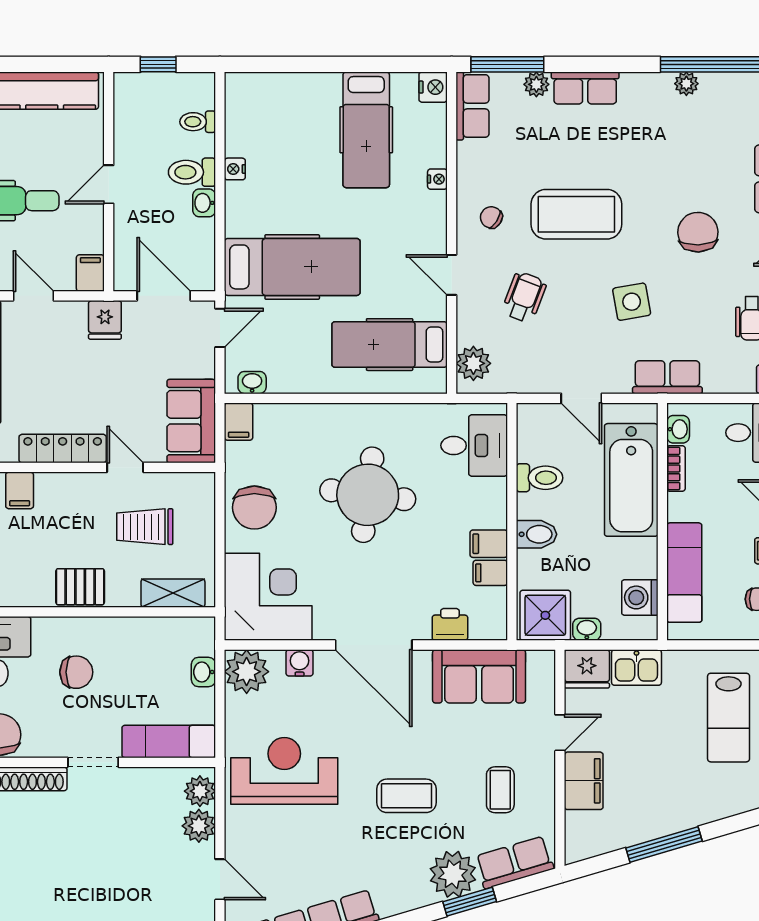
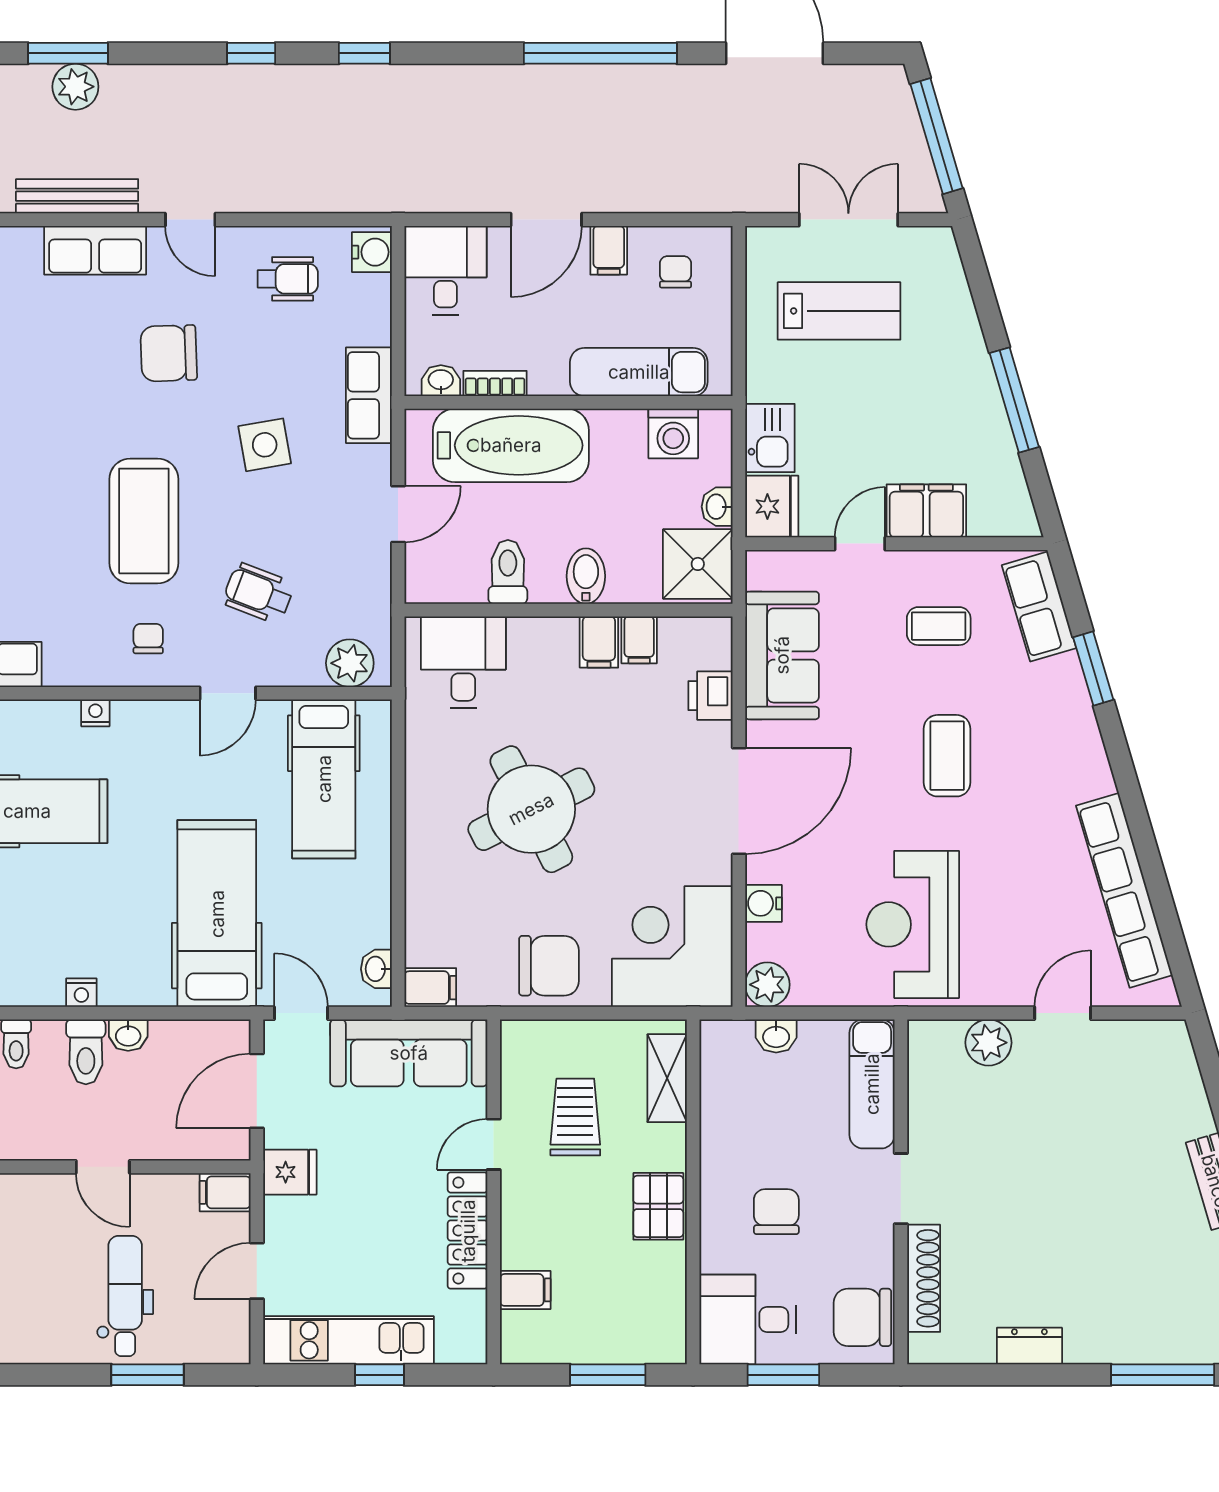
chair: (491, 217) -> (148, 639), turned 147
sofa: (191, 421) -> (409, 1053), width x1.36
round table: (368, 495) -> (531, 809), turned -34
trolley: (145, 527) -> (575, 1117), turned 180
plant: (247, 672) -> (767, 985), width x0.73, depth x0.73
door: (560, 733) -> (860, 544), hinge flipped
plant: (200, 791) -> (941, 1041), removed
plant: (453, 874) -> (1055, 692), removed

